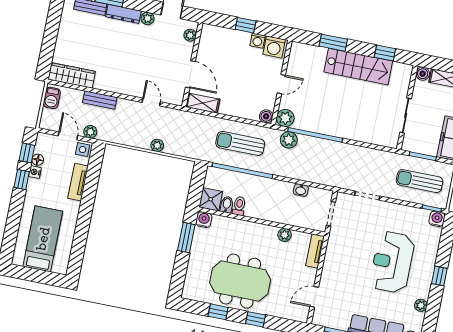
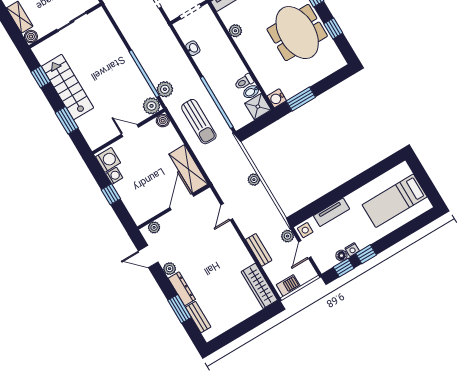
shelving: (203, 103) -> (188, 169), width x1.50, depth x1.33

